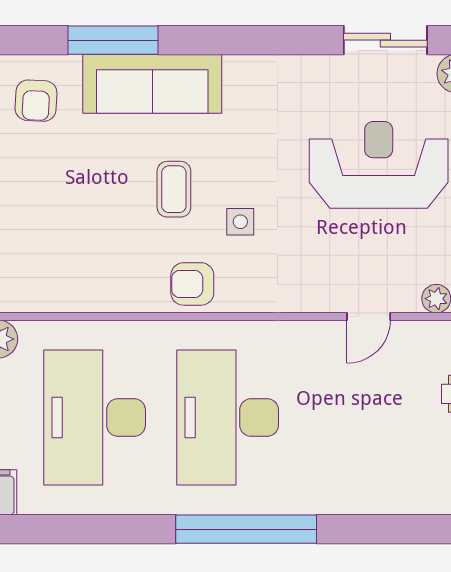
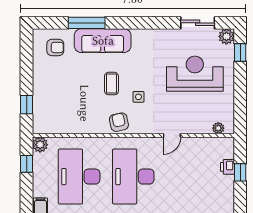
armchair: (36, 101) -> (55, 47), turned -93
armchair: (192, 284) -> (119, 122), turned 78
door: (369, 317) -> (172, 135), moved

